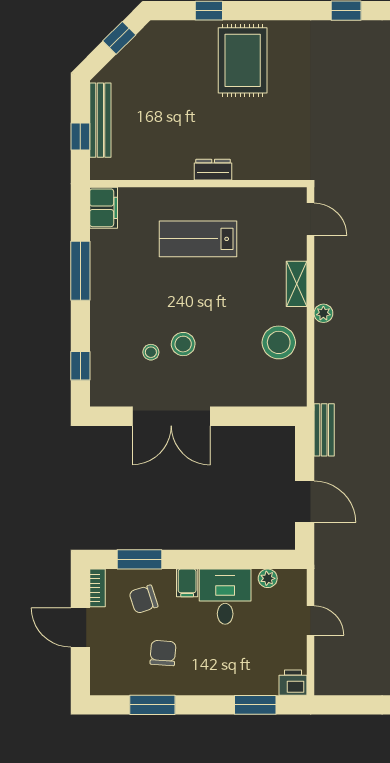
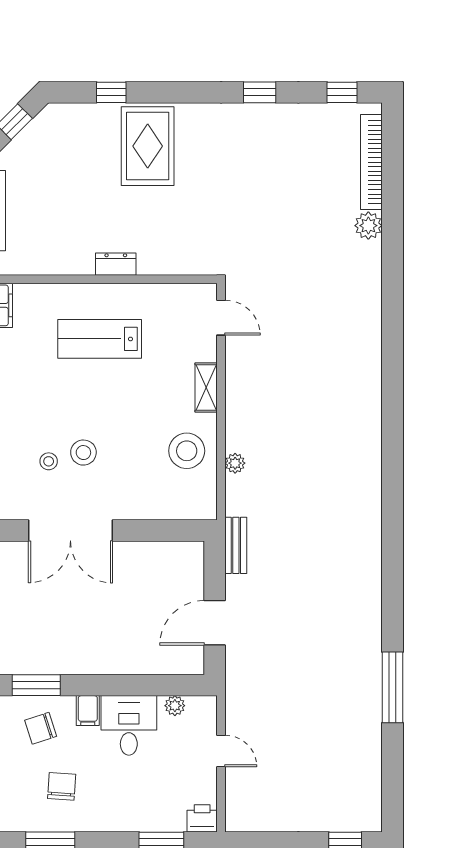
plant: (323, 313) -> (235, 463), moved
door: (305, 502) -> (215, 623), swing flipped

